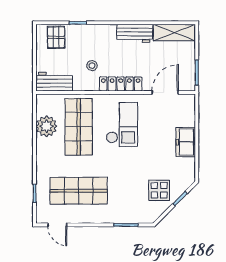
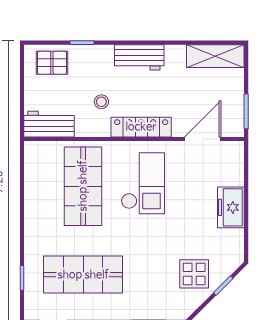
workbench: (135, 33) -> (139, 57), moved
pallet: (56, 37) -> (52, 63), turned 90
plant: (47, 126) -> (39, 186), removed

